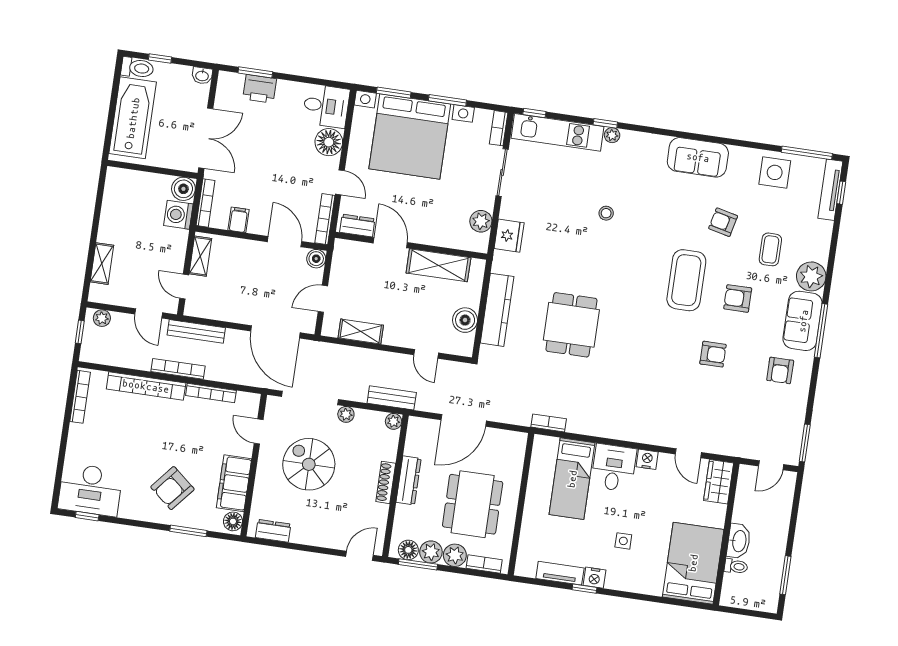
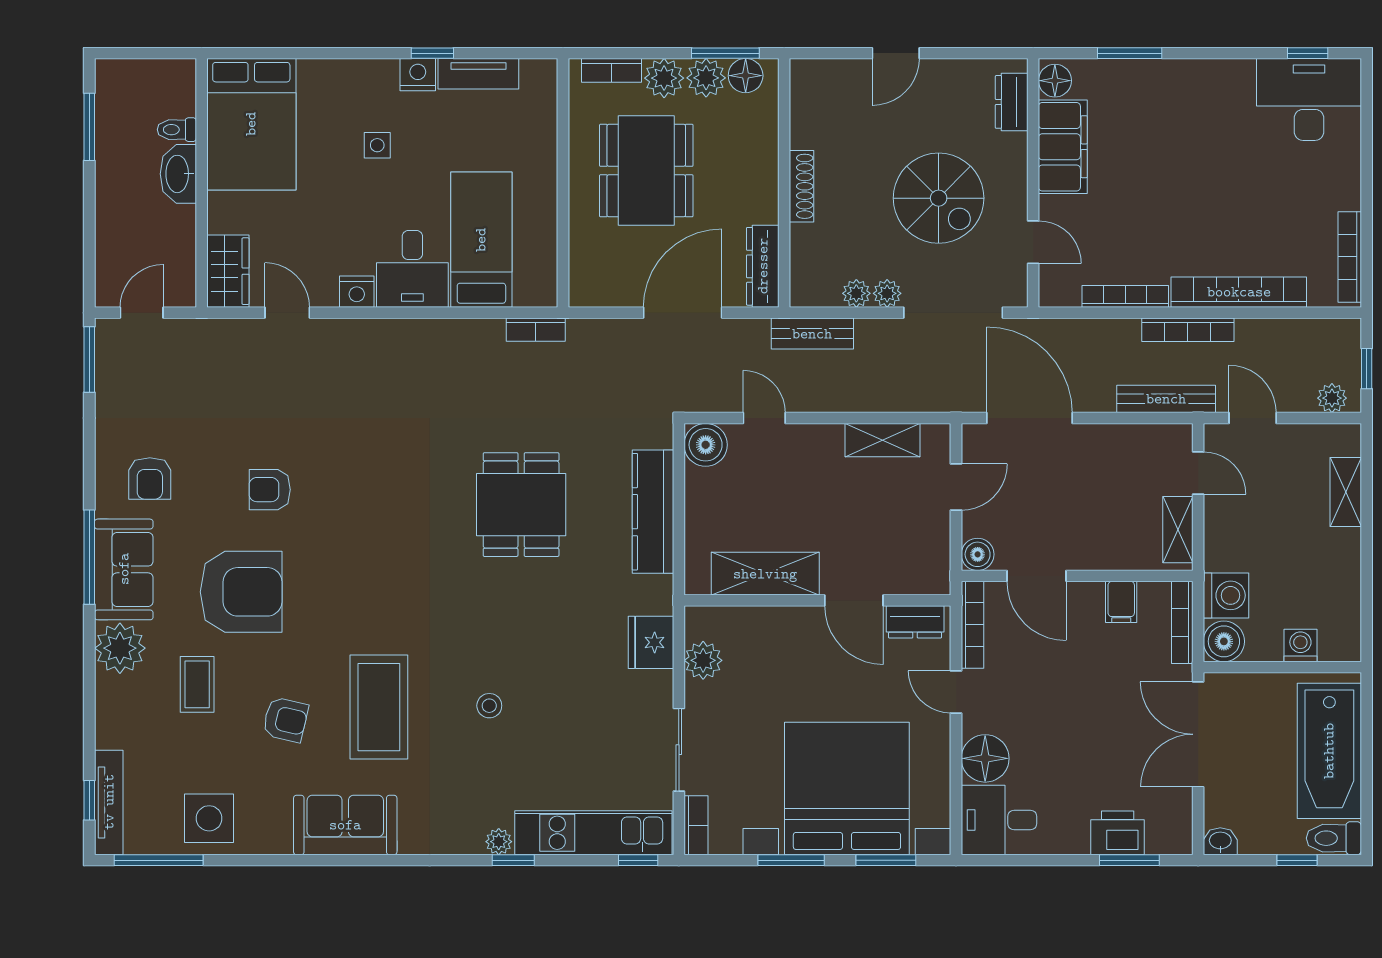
washing machine: (140, 180) -> (1300, 646), added
coffee table: (686, 280) -> (379, 707), moved
armchair: (738, 298) -> (241, 592), width x1.88, depth x1.88
boiler: (465, 320) -> (706, 445), moved
armchair: (780, 370) -> (150, 478), turned 180
plant: (394, 421) -> (856, 293), moved
dresser: (409, 480) -> (763, 266), moved
armchair: (172, 488) -> (1168, 123), removed
dresser: (273, 531) -> (1012, 102), moved, turned 90
door: (360, 556) -> (896, 53), moved

